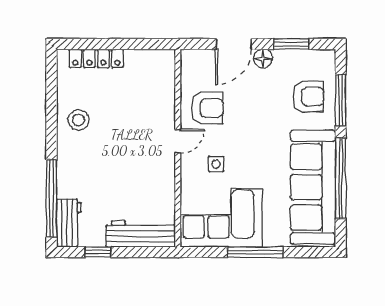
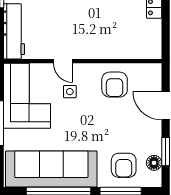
floor lamp: (263, 59) -> (154, 163), moved
door: (178, 141) -> (63, 61), moved

